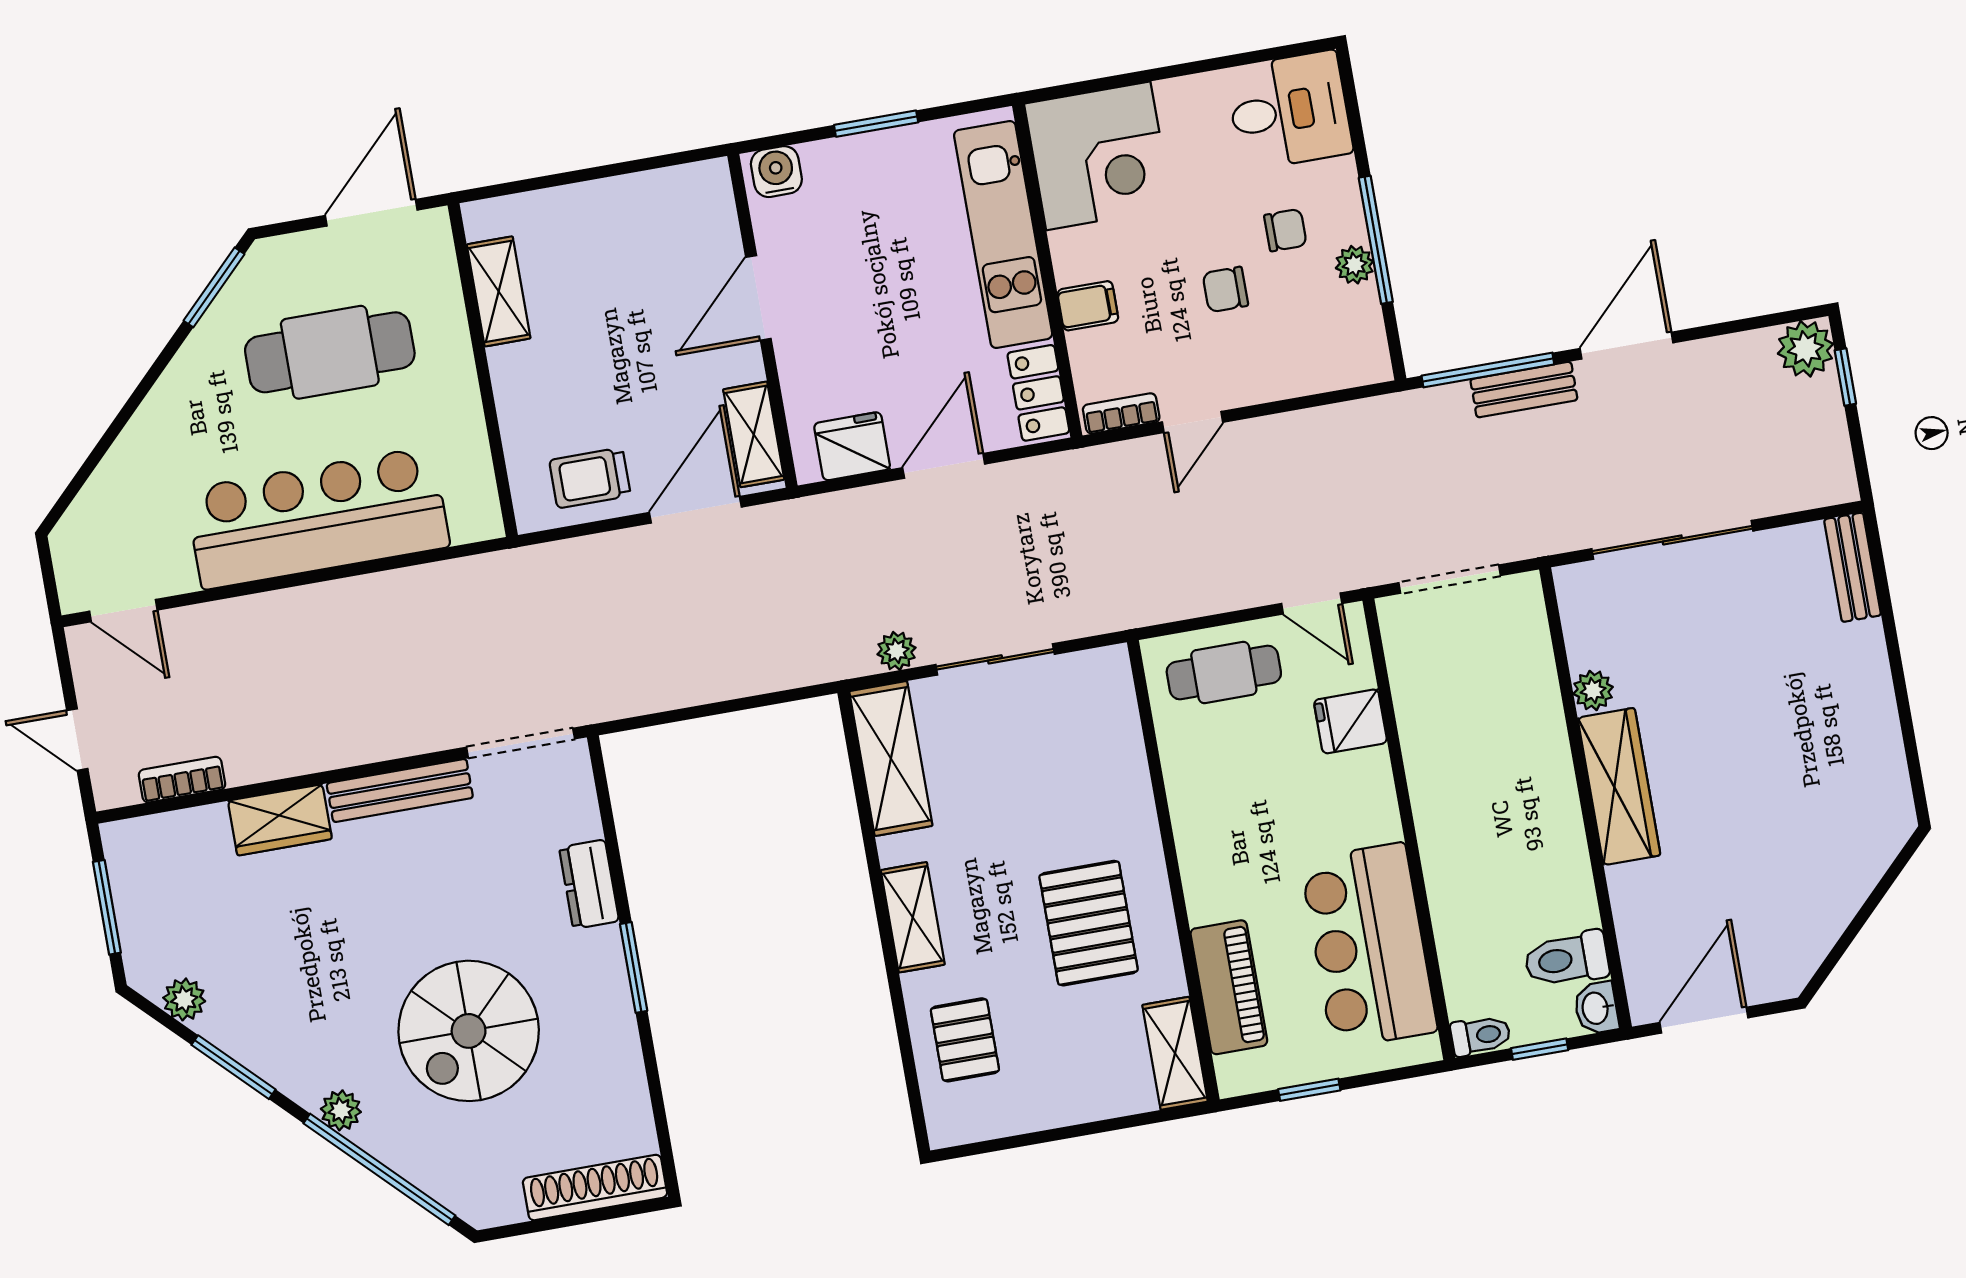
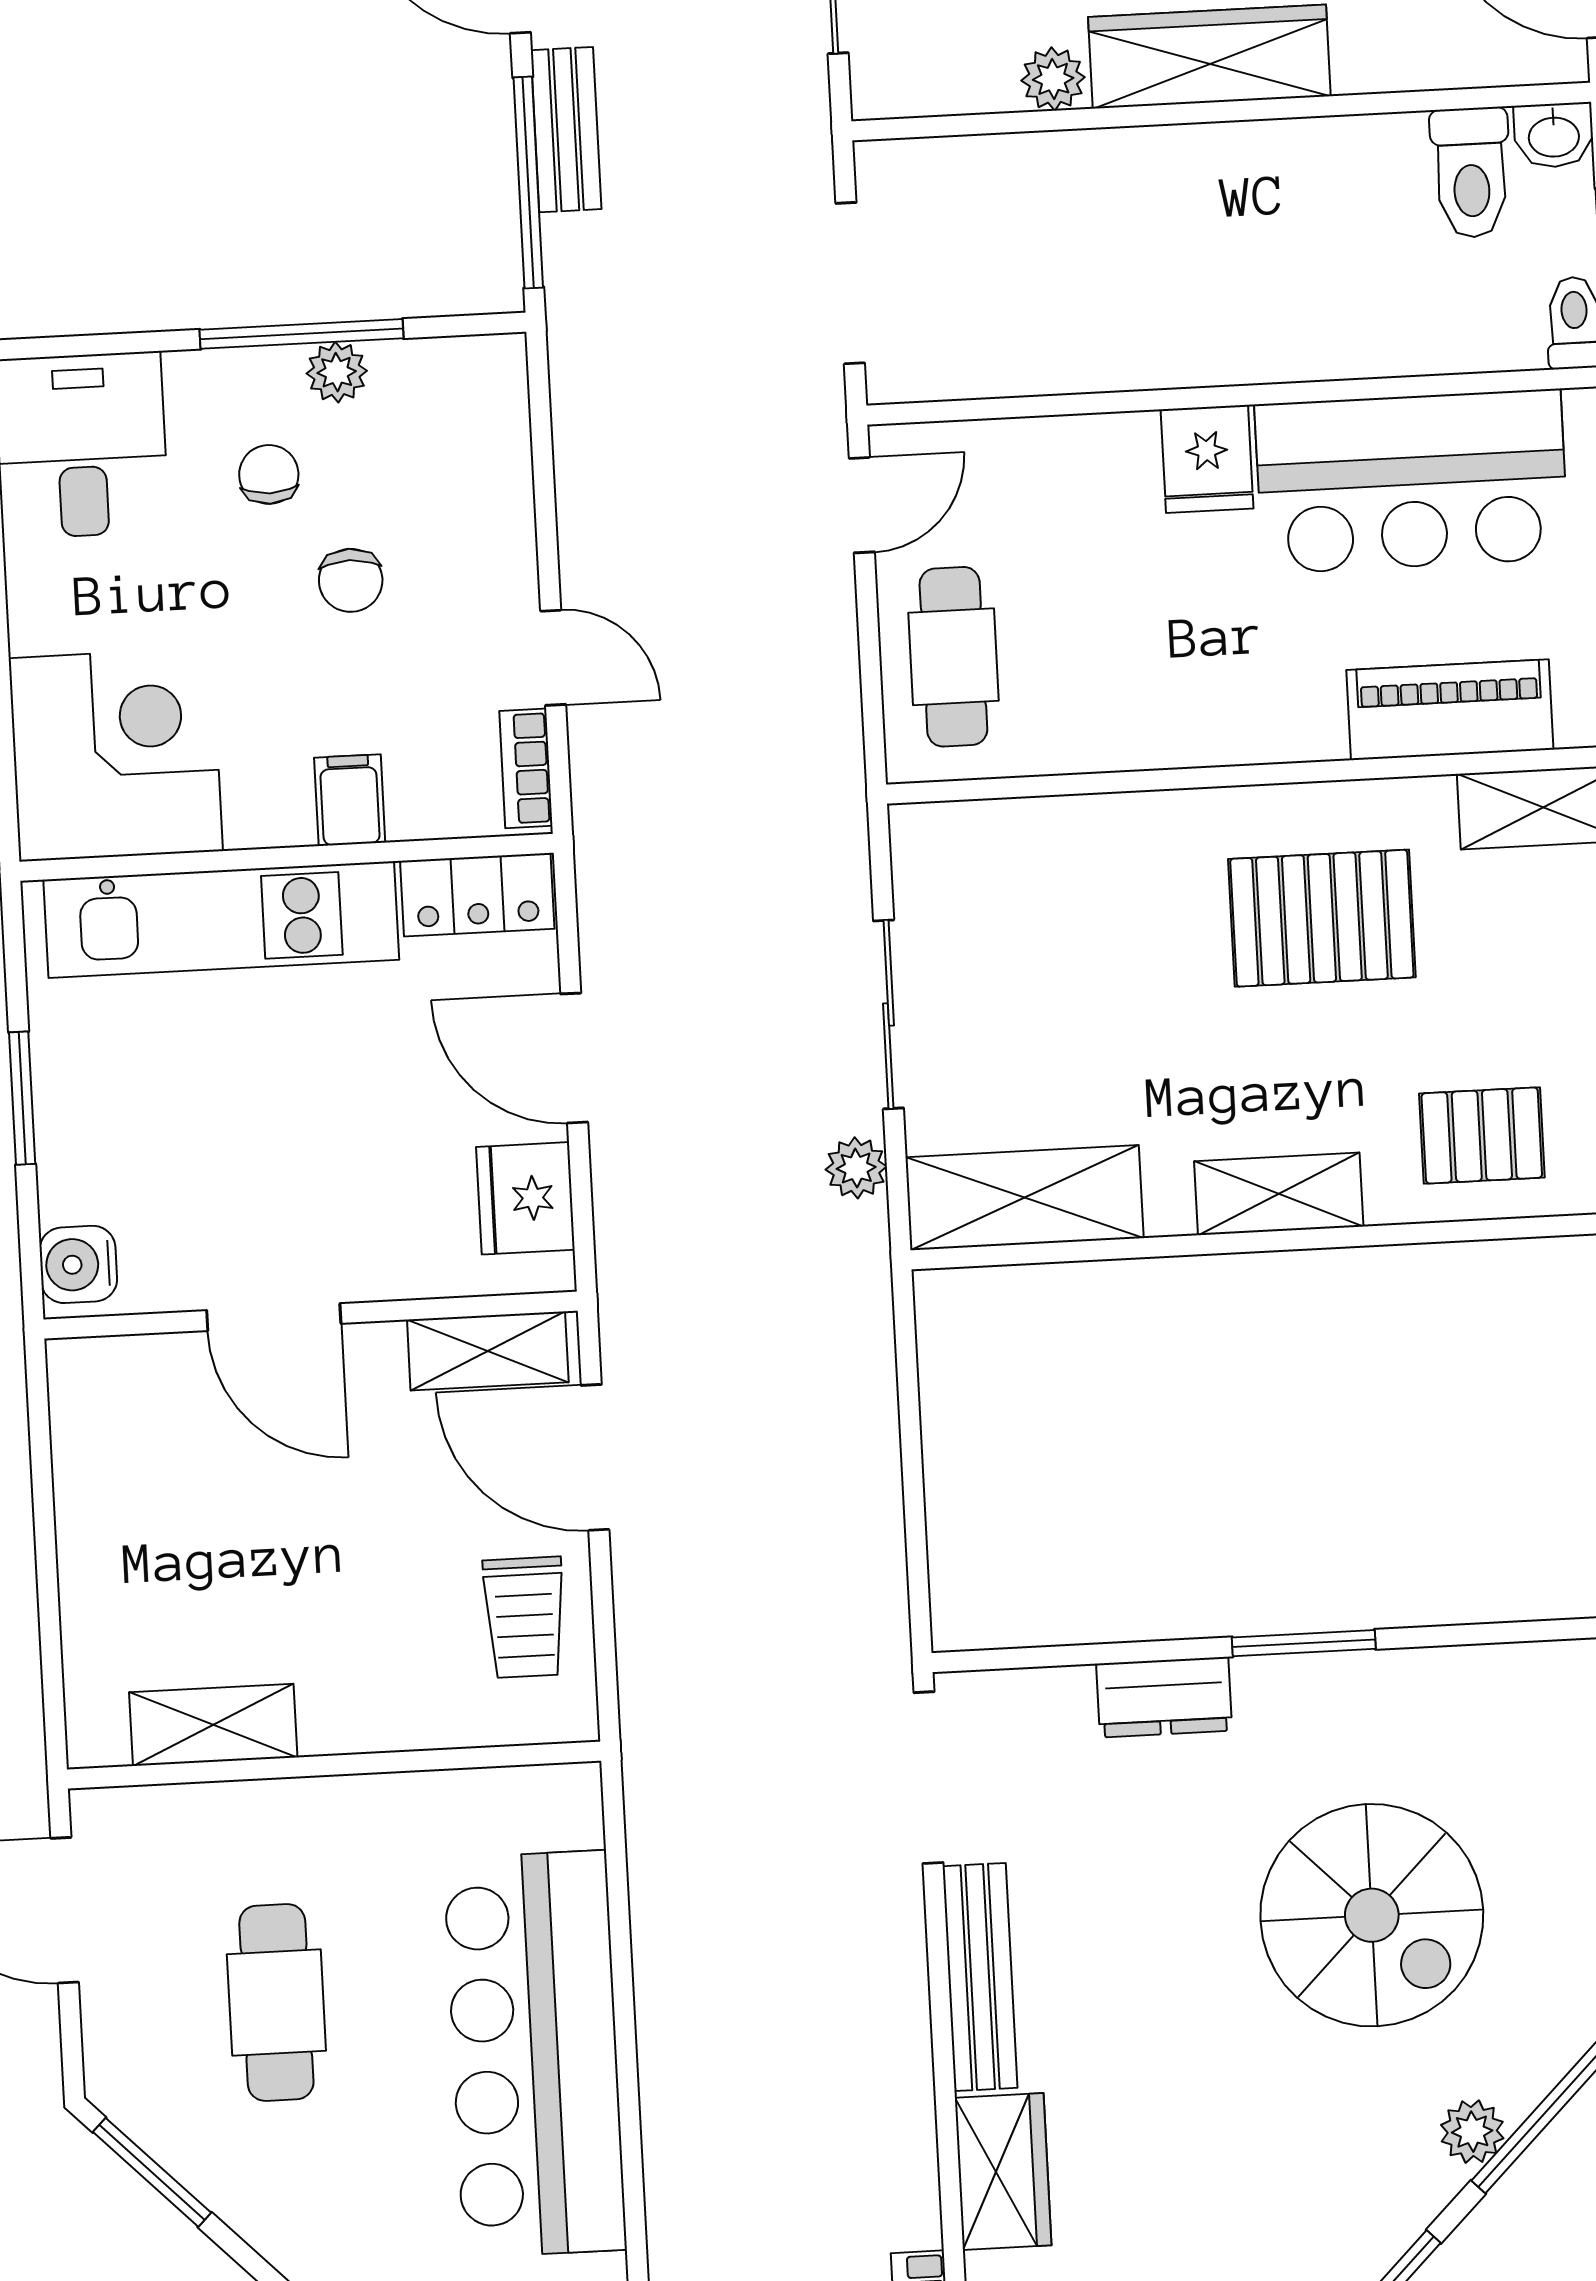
cafe table: (330, 352) -> (276, 2003), width x0.73, depth x0.74
fridge: (1350, 721) -> (1207, 459), moved

